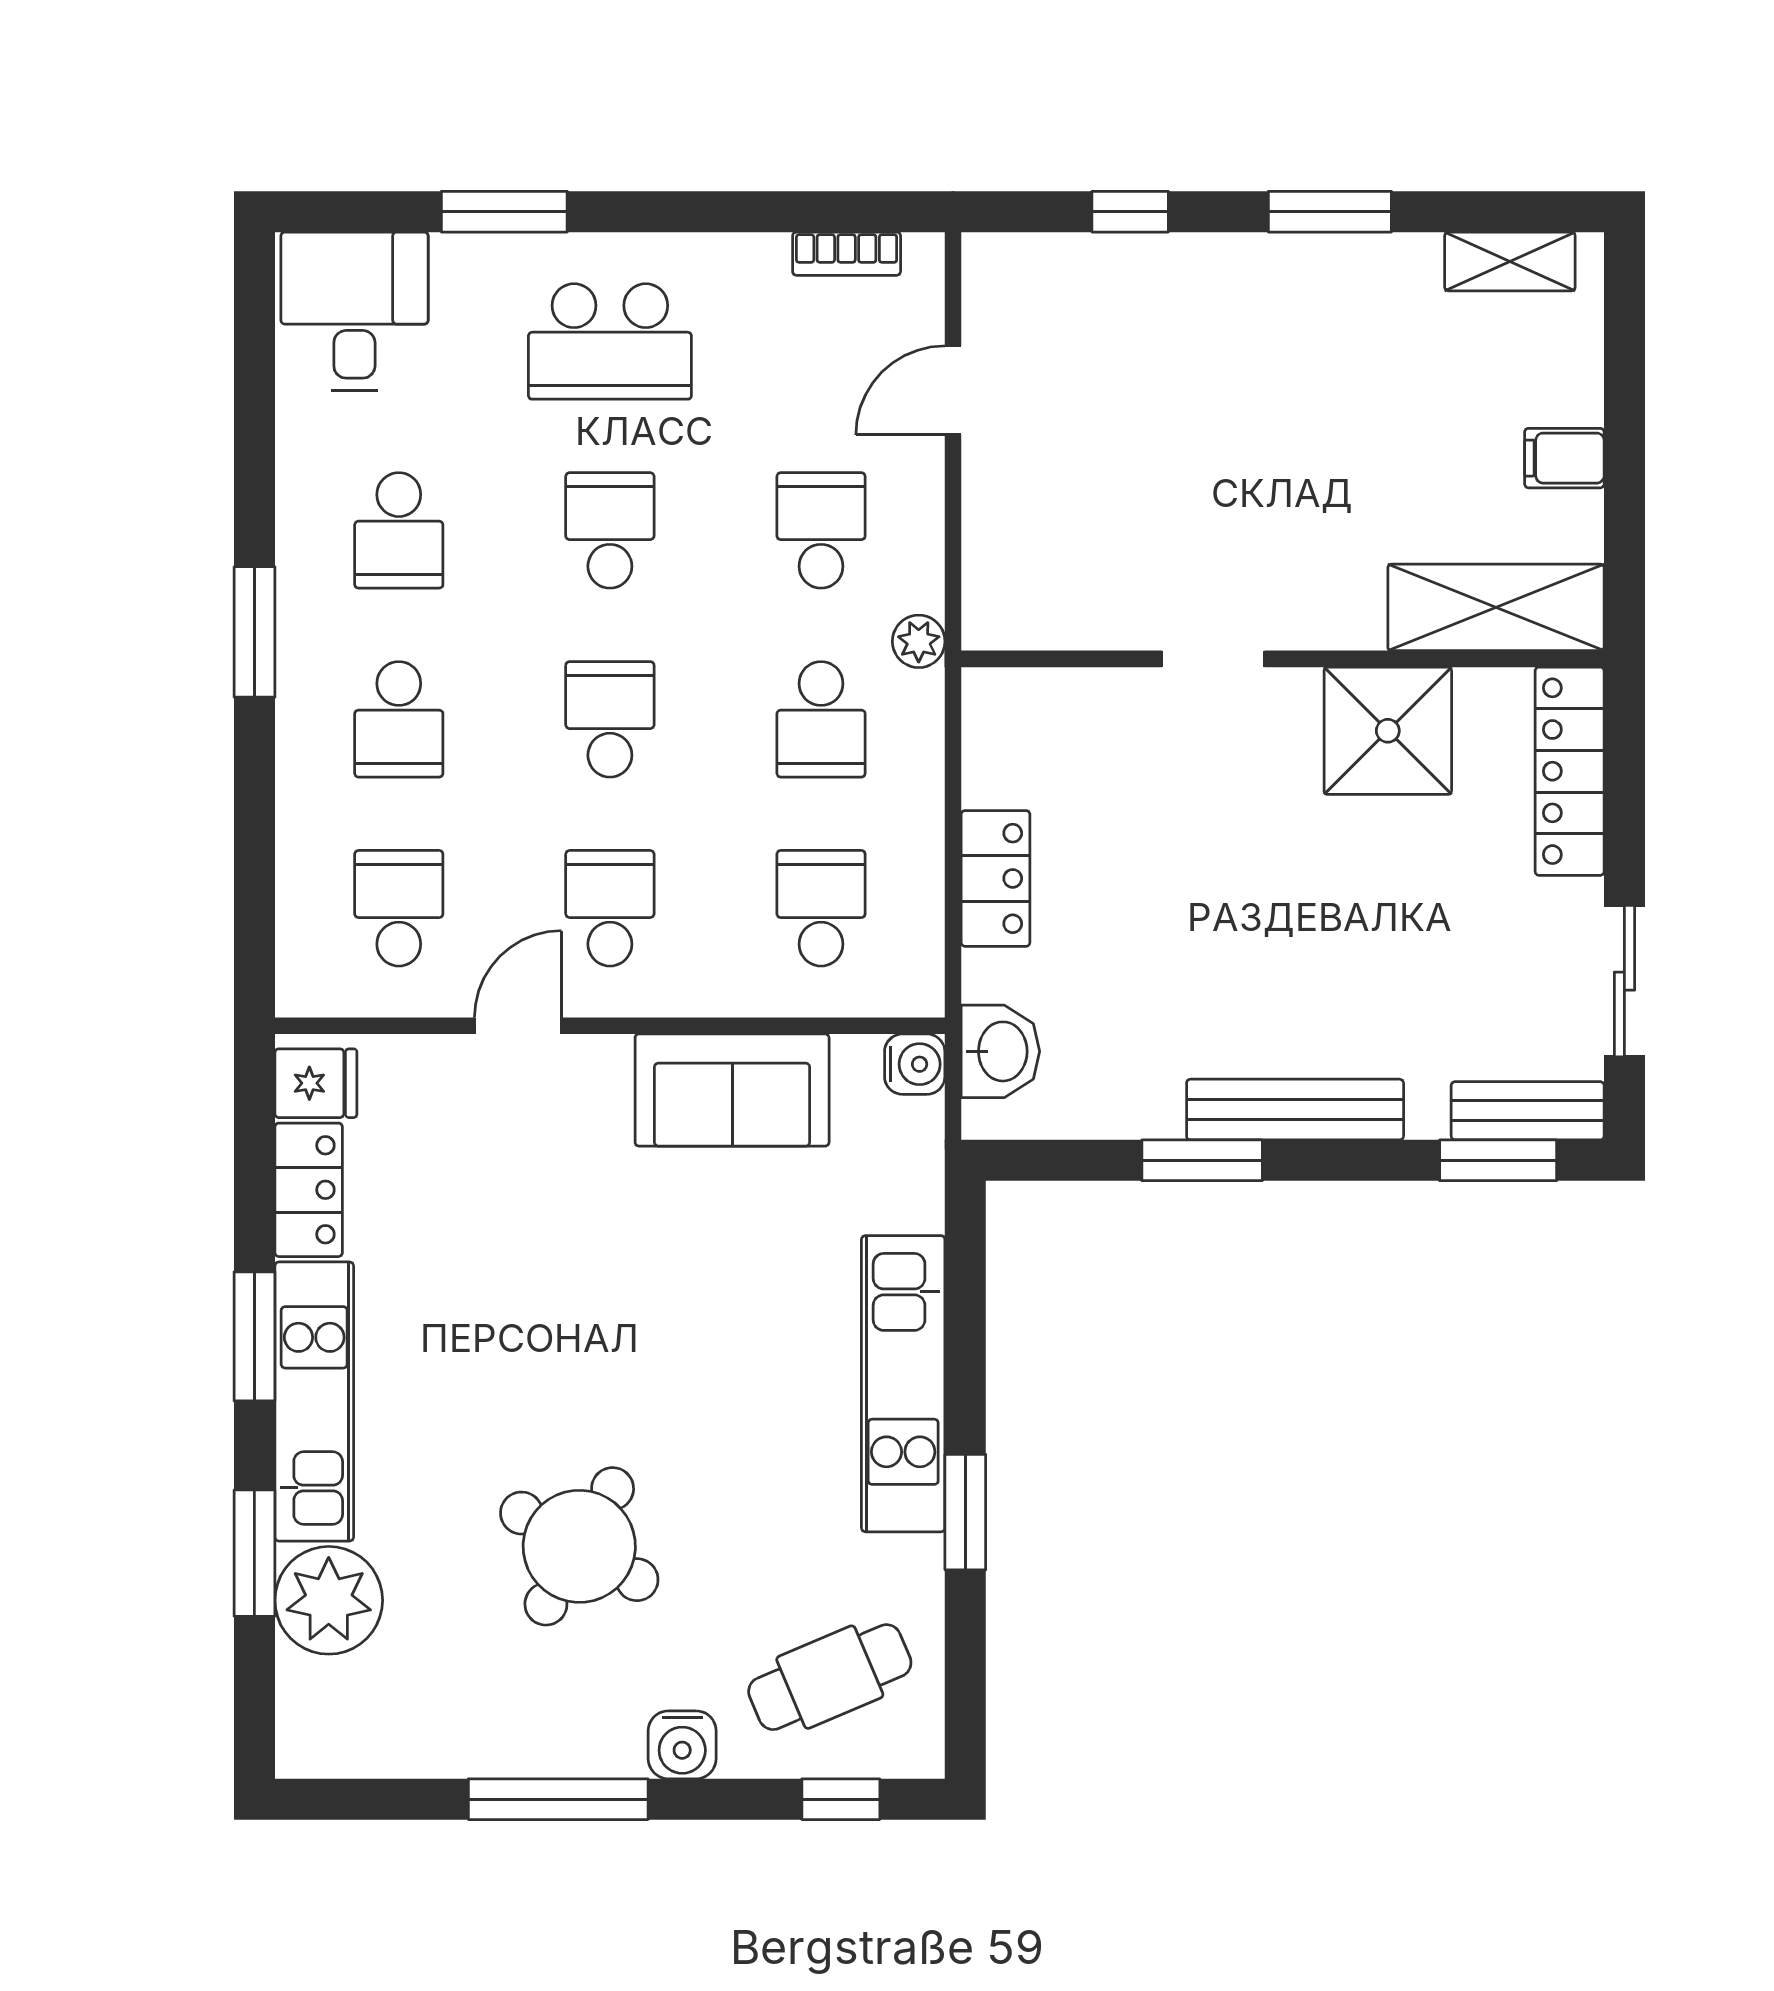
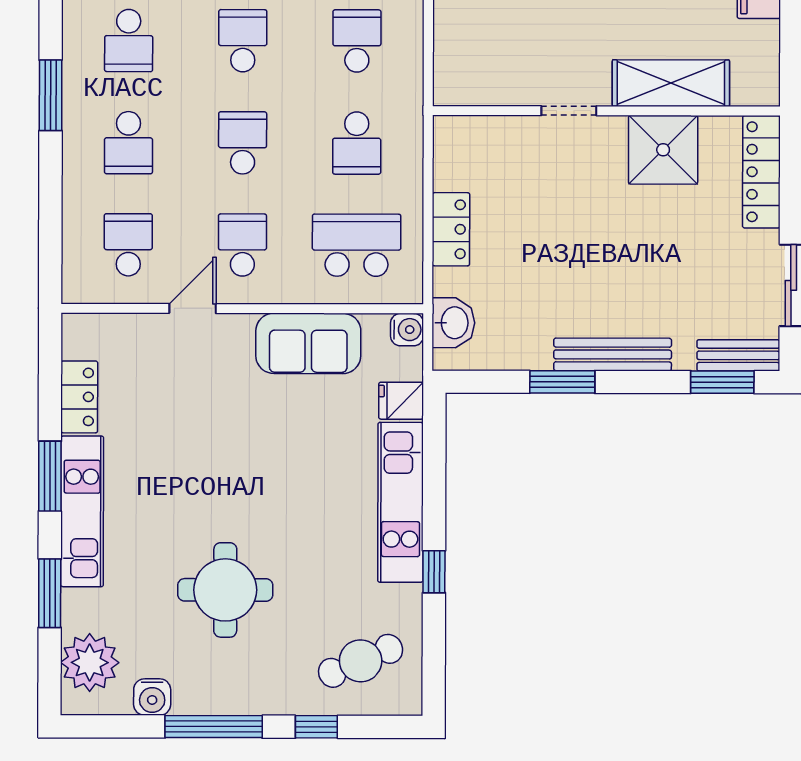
shelving: (1496, 607) -> (671, 83), moved
plant: (919, 641) -> (410, 101), removed
school desk: (821, 908) -> (357, 245), width x1.85
fridge: (316, 1083) -> (401, 401), moved, turned 180
window: (965, 1512) -> (434, 572), width x0.67
round table: (579, 1546) -> (225, 590), turned -30
plant: (329, 1600) -> (90, 662), moved
water cooler: (682, 1745) -> (152, 697), moved
window: (841, 1799) -> (316, 727), moved

